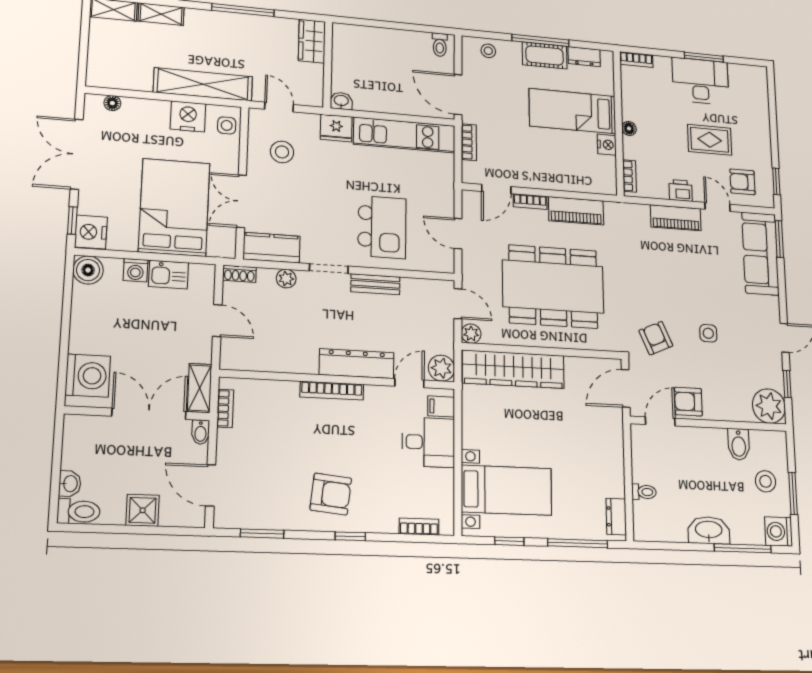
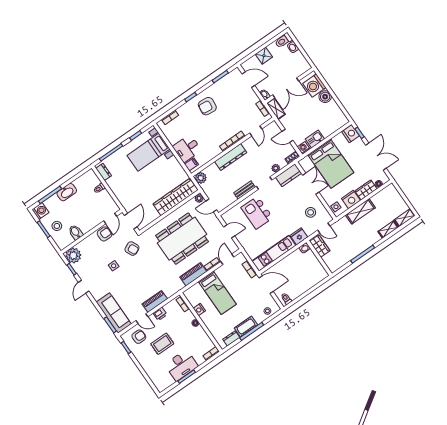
wardrobe: (312, 41) -> (320, 246), moved
shelving: (203, 84) -> (360, 211), width x0.68
wardrobe: (146, 111) -> (366, 190), added
bed: (572, 111) -> (217, 293), moved, turned 90
boiler: (88, 270) -> (325, 97), moved
washing machine: (135, 270) -> (304, 148), moved
door: (409, 383) -> (256, 131), moved

